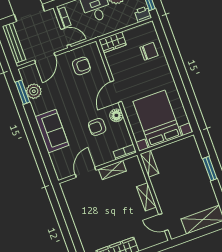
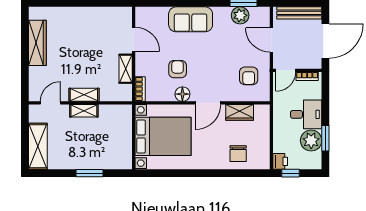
wardrobe: (113, 42) -> (240, 112), moved, turned -90
door: (116, 92) -> (208, 103), swing flipped
shelving: (149, 164) -> (84, 111), moved

